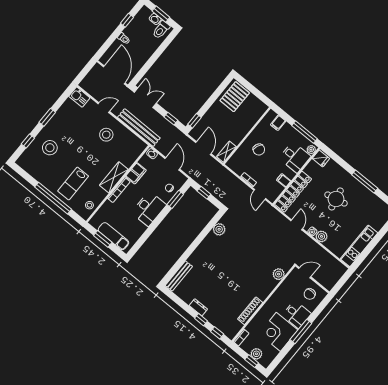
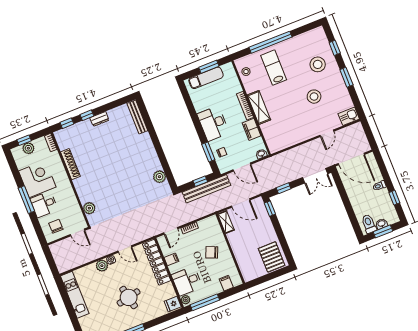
bench: (139, 128) -> (206, 189), moved
stool: (106, 135) -> (314, 97), moved
door: (260, 194) -> (171, 231), swing flipped
door: (305, 273) -> (78, 232), hinge flipped

